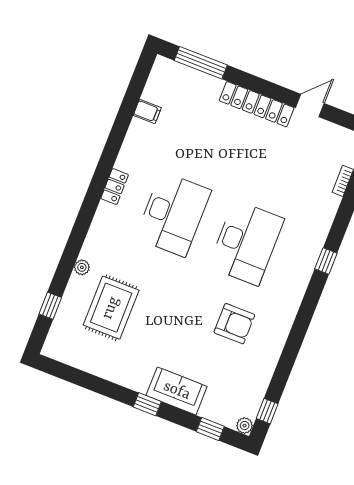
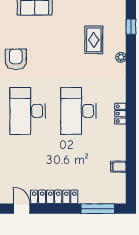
door: (310, 105) -> (22, 209), swing flipped
rug: (111, 308) -> (94, 40), width x0.73, depth x0.70
armchair: (234, 324) -> (16, 59), turned 90

